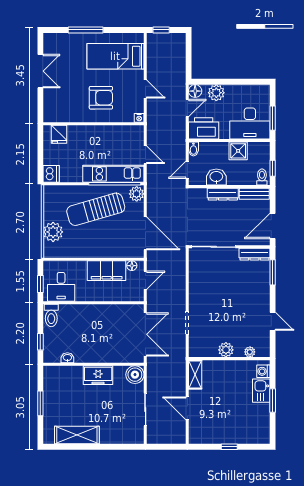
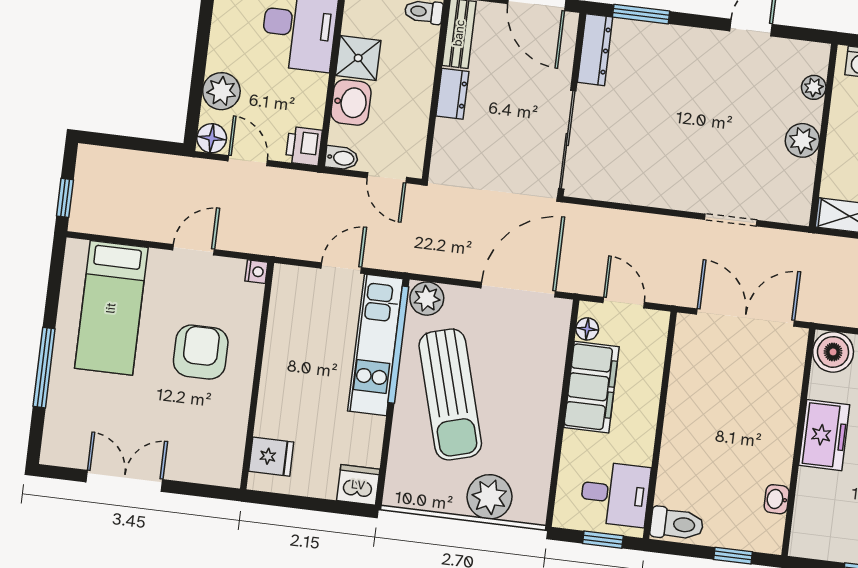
printer: (204, 128) -> (304, 146), width x0.53, depth x0.68
washbasin: (216, 177) -> (351, 102), moved, turned 180
dresser: (223, 194) -> (452, 94), width x0.70

